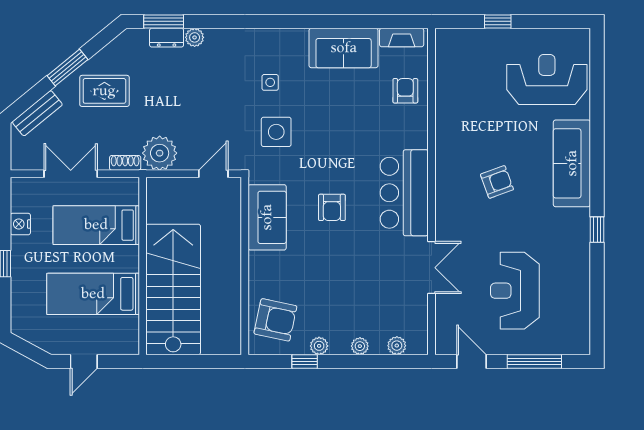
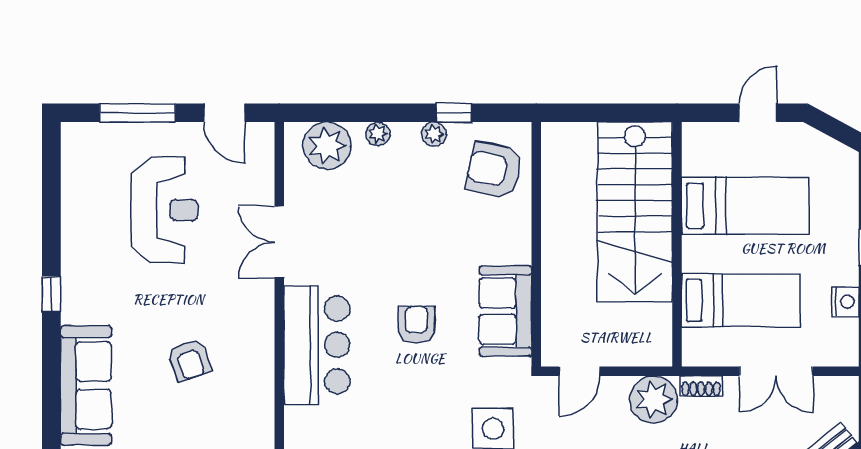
armchair: (497, 182) -> (189, 360), turned -89
plant: (397, 346) -> (327, 146), width x1.87, depth x1.87

